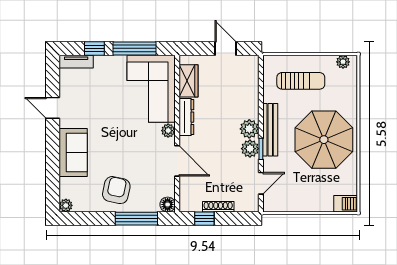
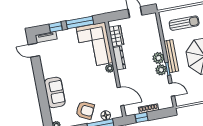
door: (53, 108) -> (34, 50), moved
door: (177, 161) -> (121, 96), moved
door: (261, 183) -> (172, 90), hinge flipped
armchair: (116, 190) -> (85, 110), turned 104
floor lamp: (168, 204) -> (106, 115), moved

